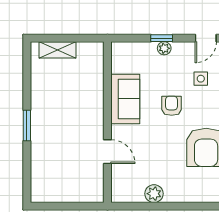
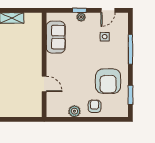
sofa: (125, 99) -> (56, 37), moved
armchair: (172, 106) -> (95, 106), moved

